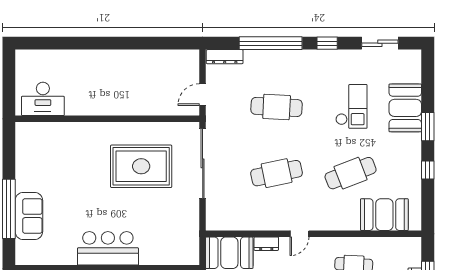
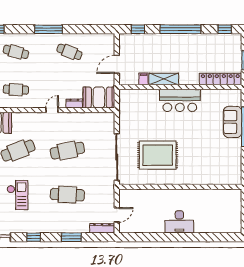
window: (271, 43) -> (71, 237), width x0.47
door: (203, 95) -> (117, 215), moved
desk: (43, 99) -> (179, 222), moved, turned 180
checkout: (351, 106) -> (17, 195), turned 180

